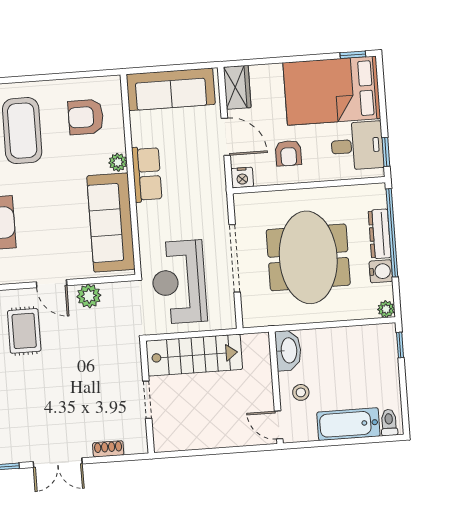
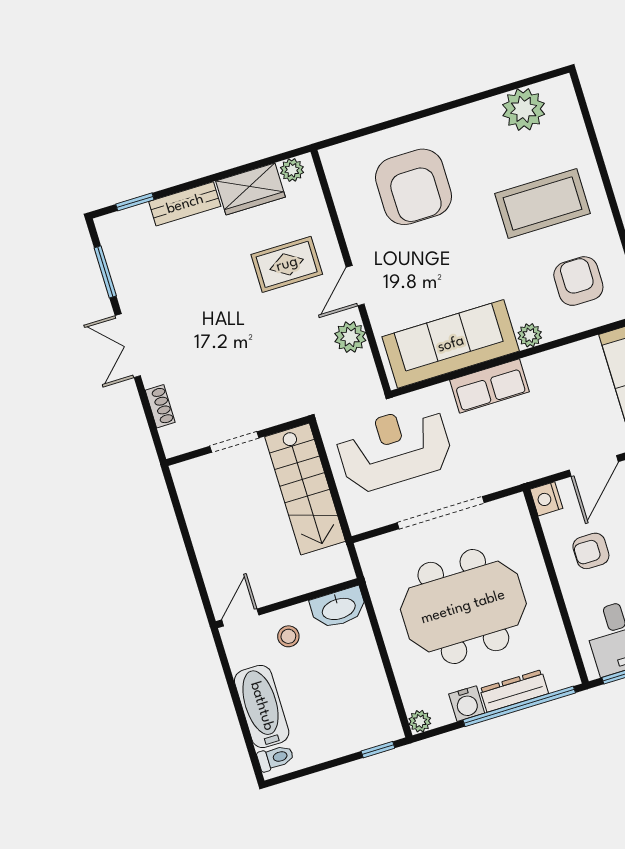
row of seats: (147, 174) -> (489, 386), moved

